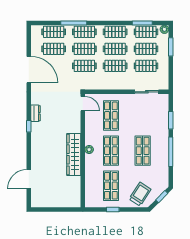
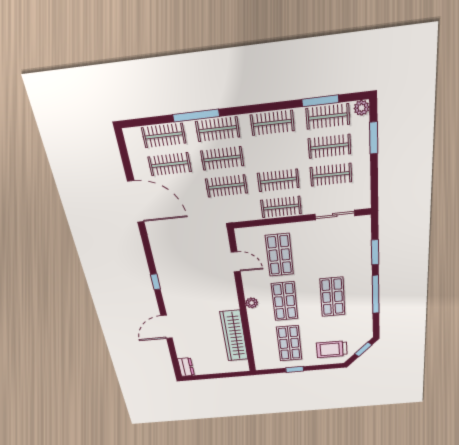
clothes rail: (115, 49) -> (281, 207), moved
door: (83, 104) -> (236, 262), moved
dresser: (36, 113) -> (186, 367), moved
wardrobe: (74, 154) -> (234, 336), moved
door: (29, 179) -> (167, 327), moved
trolley: (140, 194) -> (332, 349), turned -123

